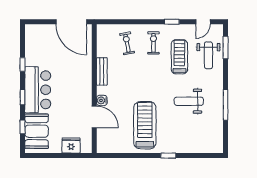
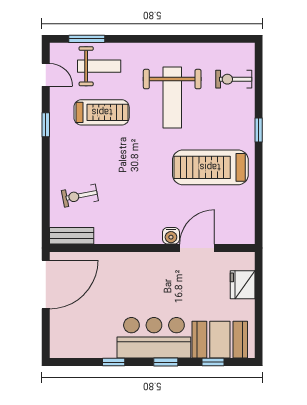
exercise bike: (153, 43) -> (234, 79), moved
treadmill: (179, 57) -> (102, 112), turned 180
bench: (102, 71) -> (72, 236), moved
weight bench: (189, 101) -> (172, 97), width x1.36, depth x1.33
window: (226, 105) -> (178, 39), removed

